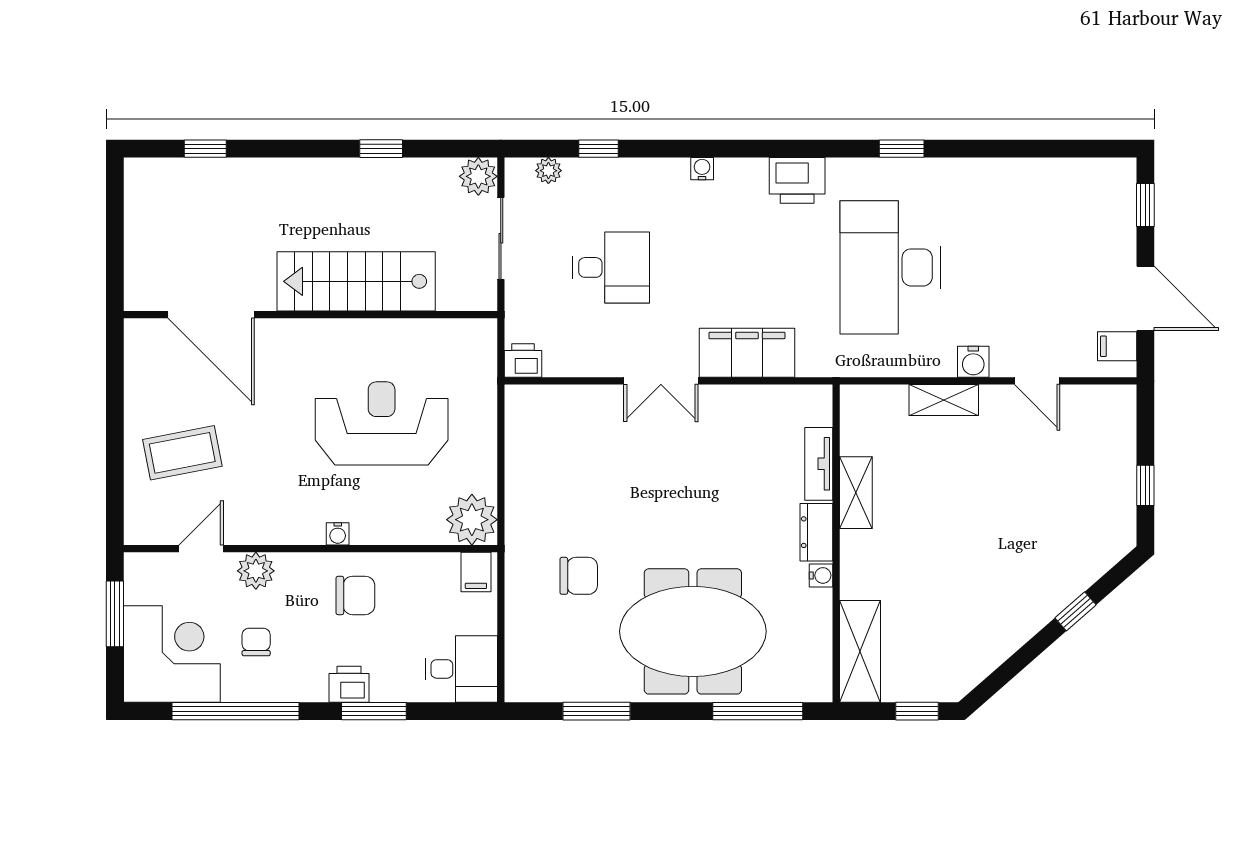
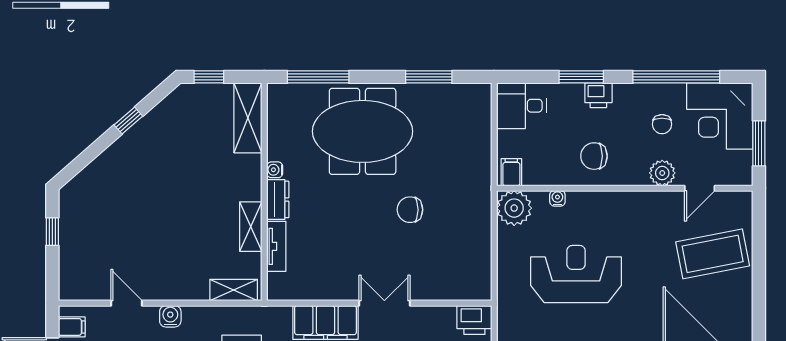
printer: (523, 361) -> (474, 320), width x1.36, depth x1.24
shelving: (944, 400) -> (234, 290), moved
reception desk: (382, 423) -> (576, 274), turned 180
coffee table: (182, 453) -> (713, 254), width x1.36, depth x1.32
water cooler: (338, 534) -> (557, 198), moved
chair: (579, 576) -> (410, 210), moved
window: (1076, 611) -> (128, 120), moved

